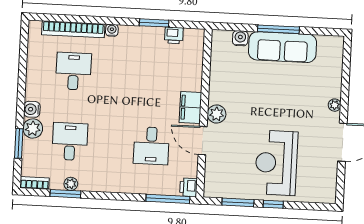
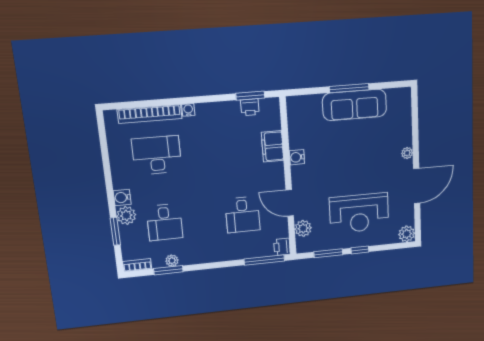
window: (154, 23) -> (250, 96), moved
water cooler: (240, 38) -> (297, 157), moved, turned -90
desk: (73, 71) -> (157, 155), width x1.37
filing cabinet: (190, 107) -> (273, 146), moved
plant: (217, 114) -> (303, 228), moved
desk: (70, 142) -> (165, 222), turned 180
reception desk: (276, 163) -> (359, 213), turned -90
plant: (327, 194) -> (407, 234), added

